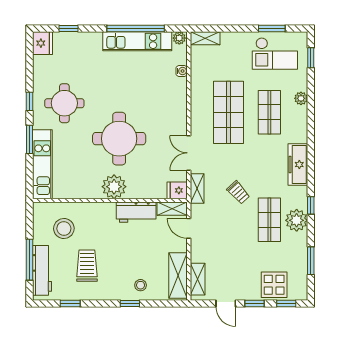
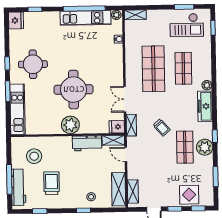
plant: (301, 98) -> (207, 85), moved

